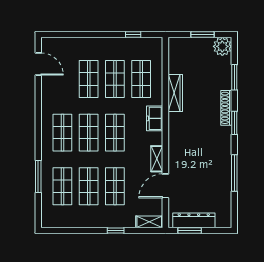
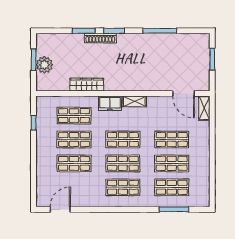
plant: (222, 46) -> (44, 65), moved
window: (234, 77) -> (84, 31), moved
shelving: (157, 159) -> (134, 101), moved
window: (38, 177) -> (174, 209), moved
door: (165, 186) -> (184, 94), moved
dresser: (194, 220) -> (203, 68), removed
window: (116, 231) -> (212, 139), removed
window: (190, 231) -> (212, 59), moved

